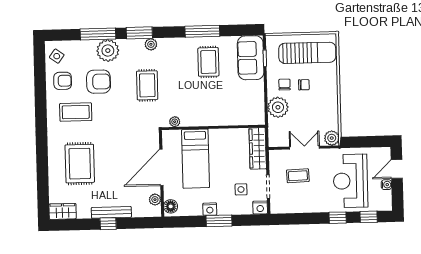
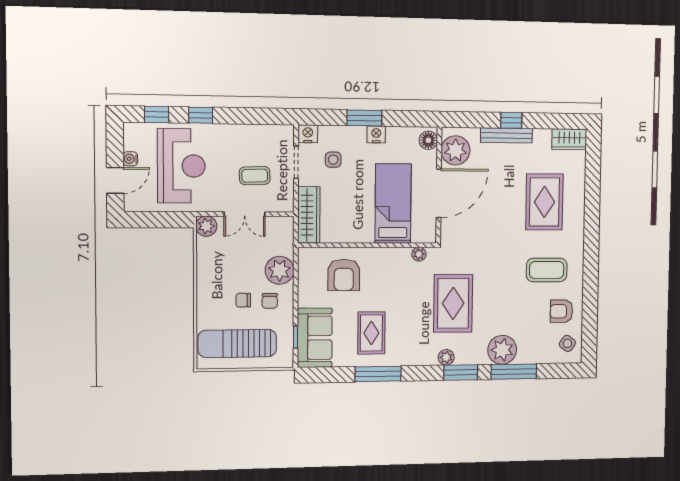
armchair: (99, 82) -> (344, 275), moved, turned -90
rug: (147, 85) -> (453, 303), width x1.36, depth x1.43
plant: (155, 200) -> (455, 150), width x1.87, depth x1.87

